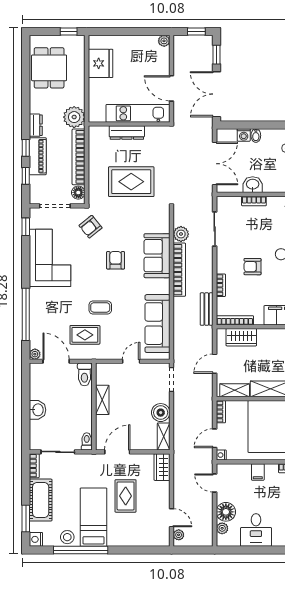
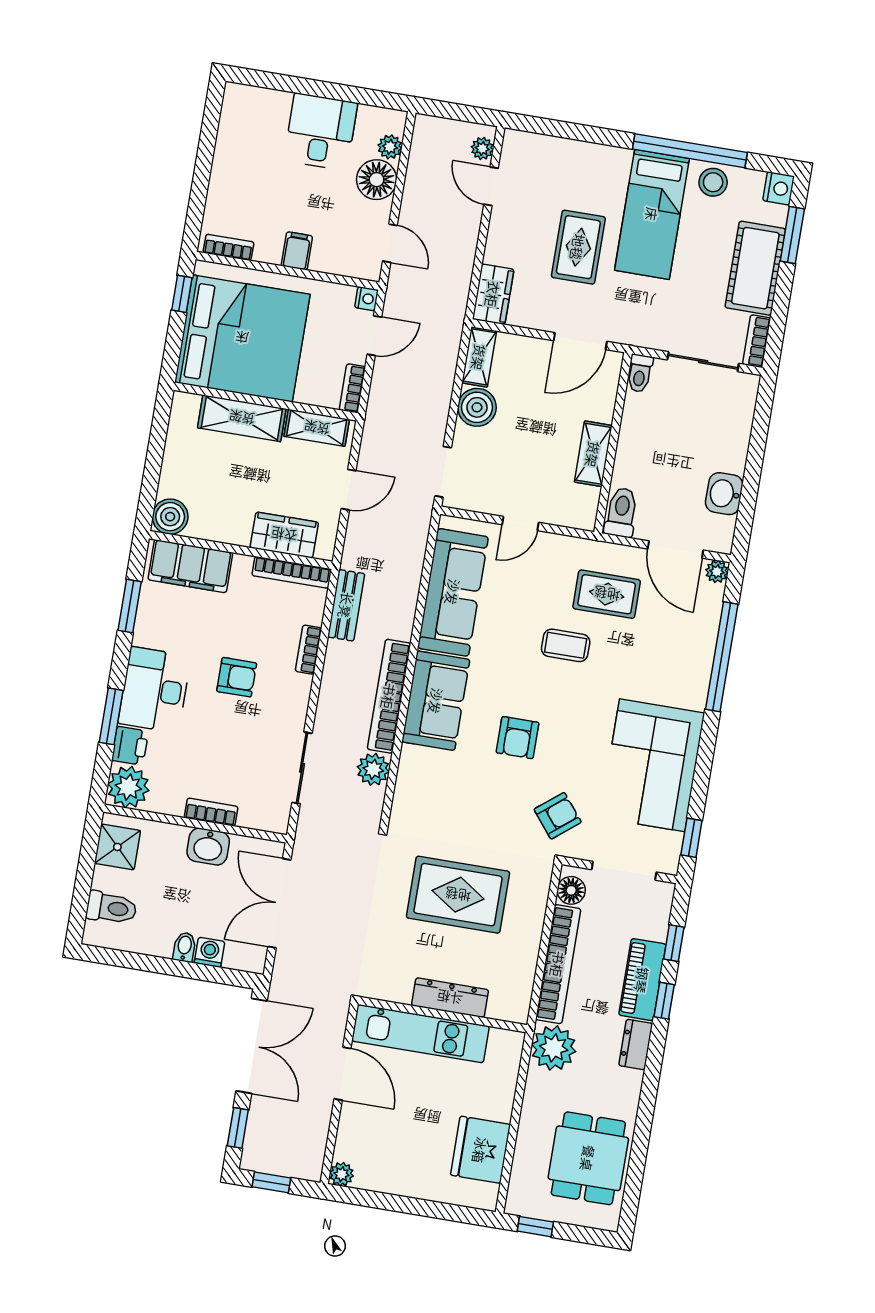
sofa: (157, 256) -> (436, 701), moved
washbasin: (38, 410) -> (724, 494), moved

